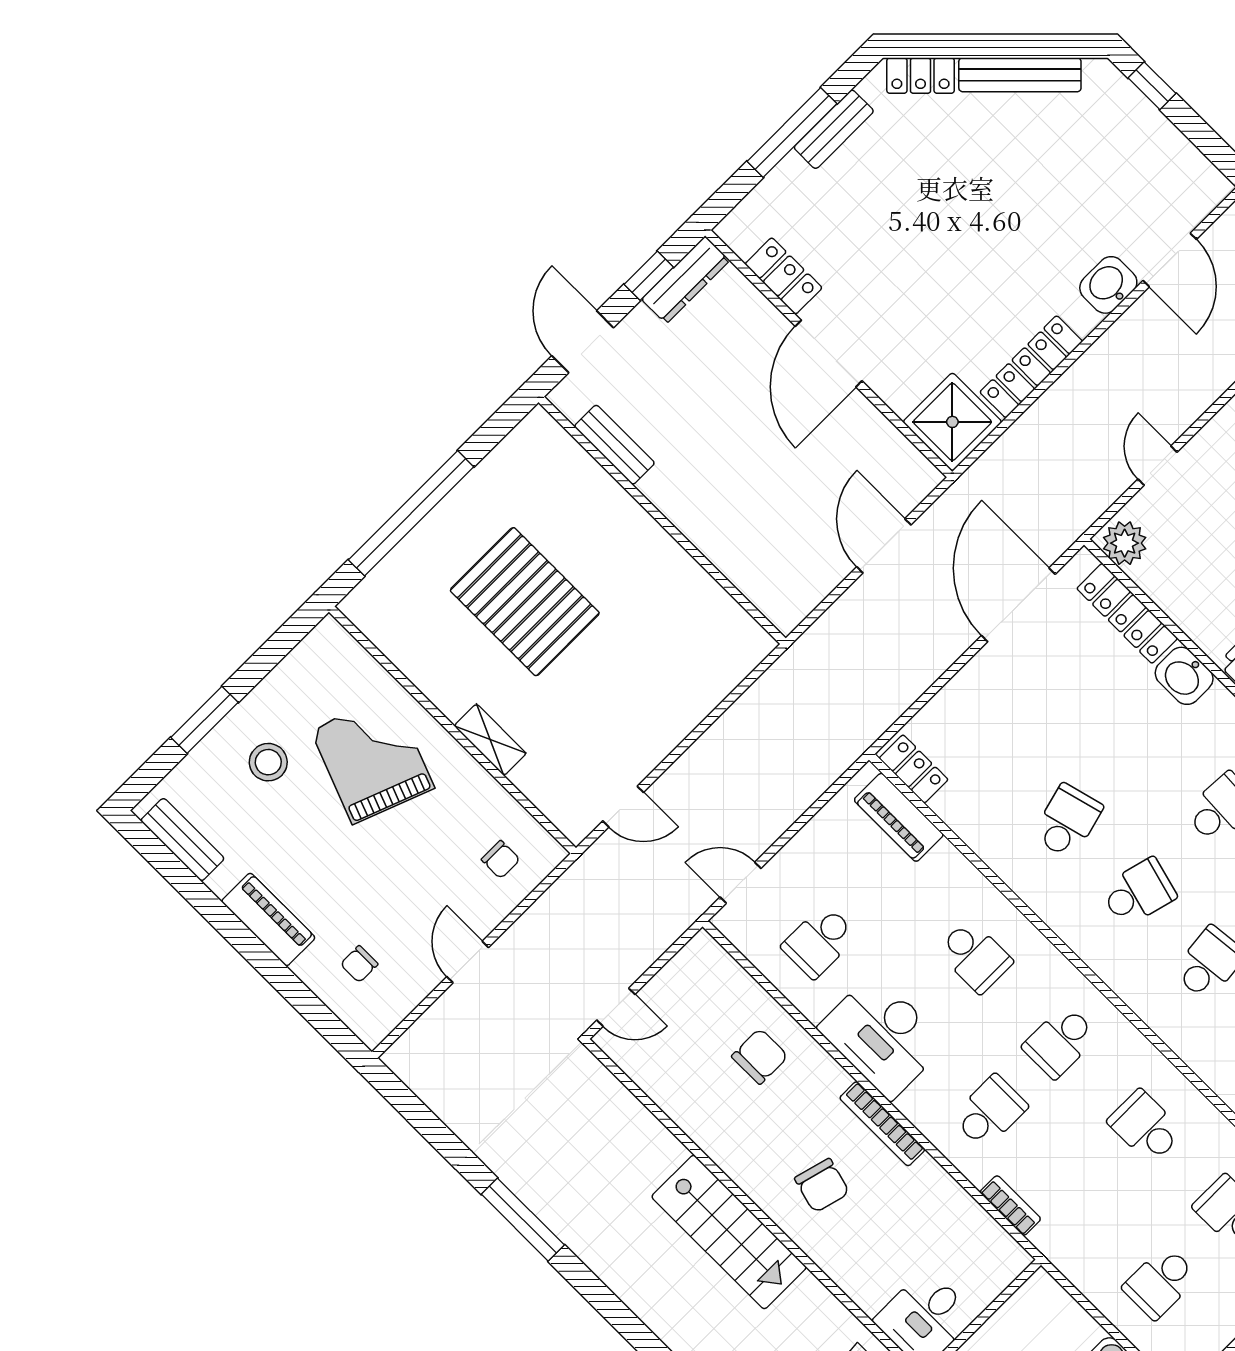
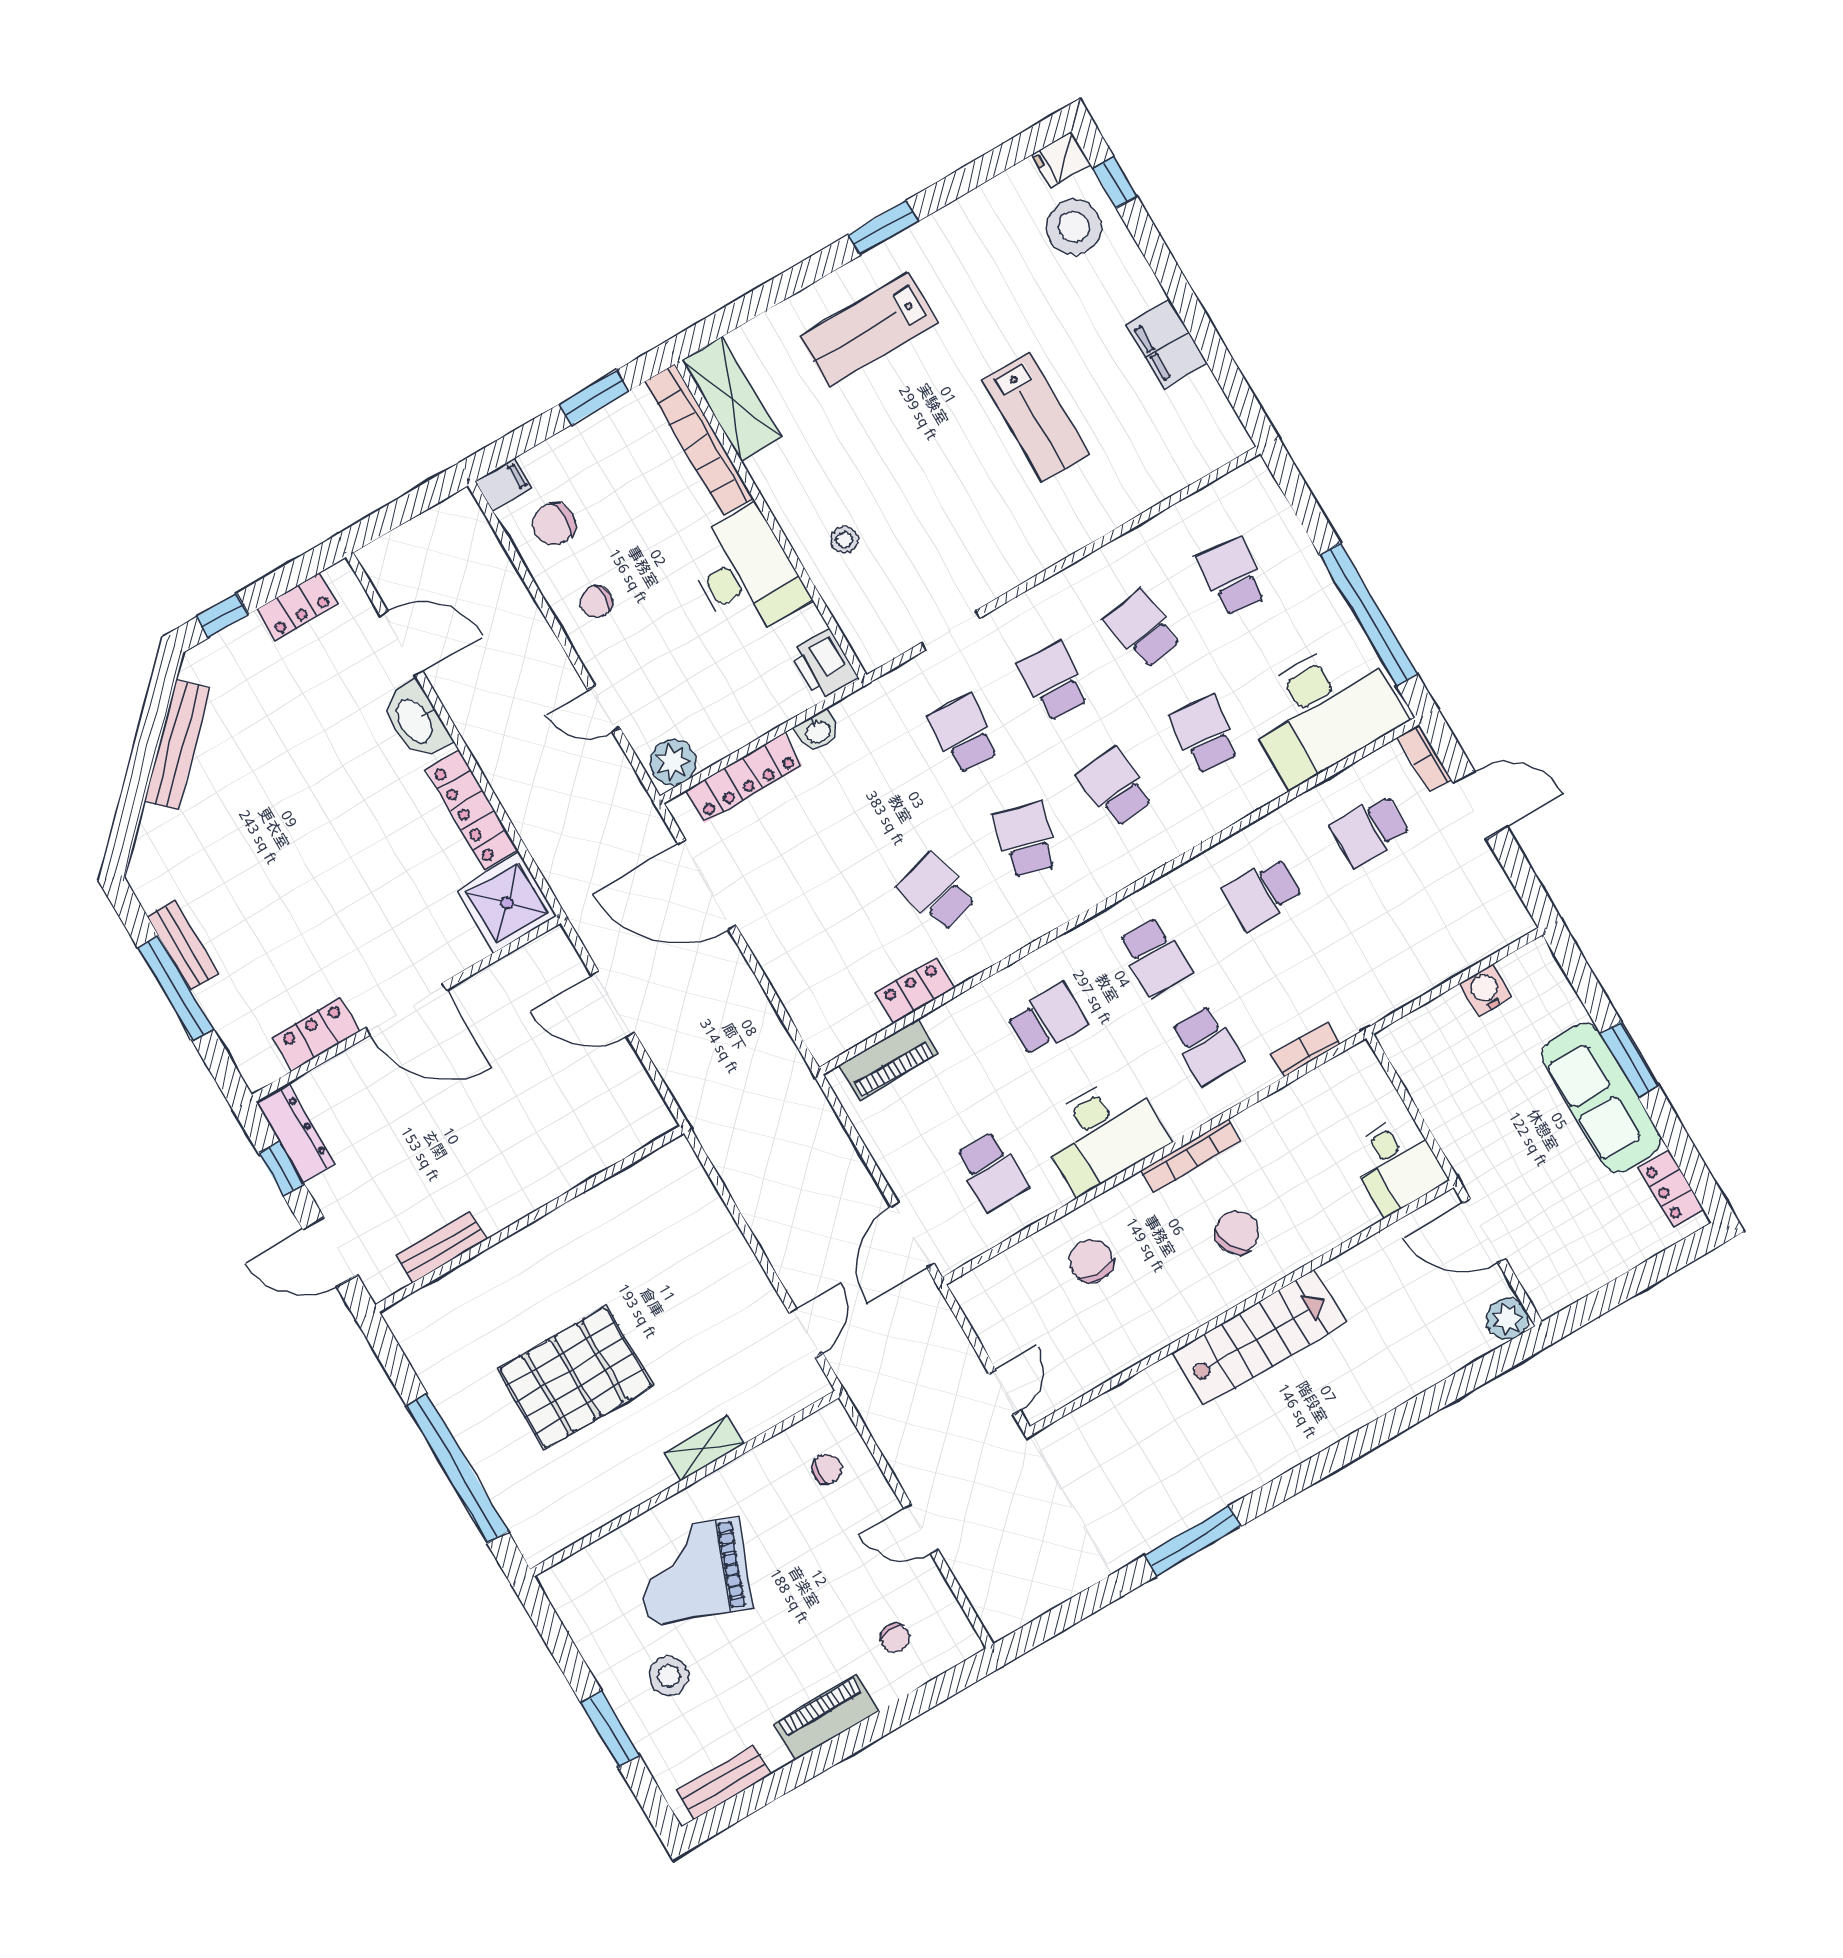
locker: (921, 76) -> (297, 607), moved, turned 45
washbasin: (1108, 285) -> (416, 720), width x1.38
washbasin: (1184, 676) -> (818, 731), width x0.72, depth x0.69
locker: (914, 769) -> (915, 990), moved
door: (740, 883) -> (913, 1235), width x1.38
school desk: (990, 1112) -> (1207, 1045), turned 180
chair: (822, 1186) -> (1237, 1232), turned -44
school desk: (1160, 1282) -> (1422, 919), removed

